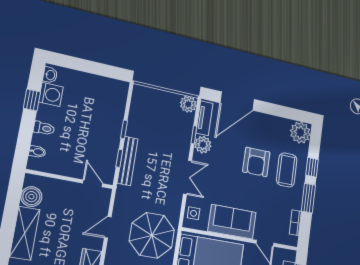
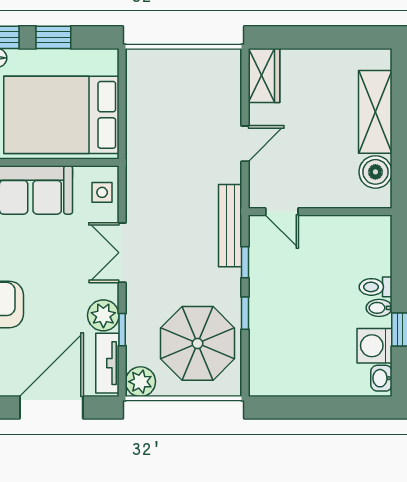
bidet: (37, 152) -> (379, 308), moved
bench: (128, 161) -> (230, 226), moved
parasol: (152, 235) -> (198, 343), moved

